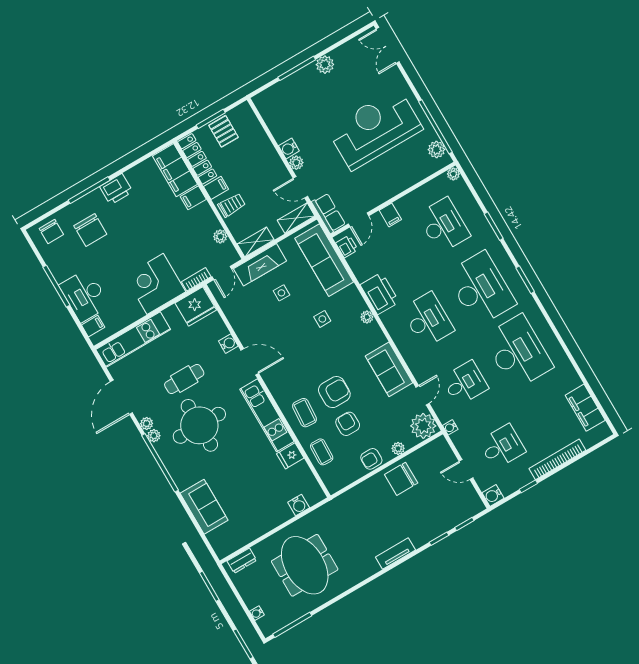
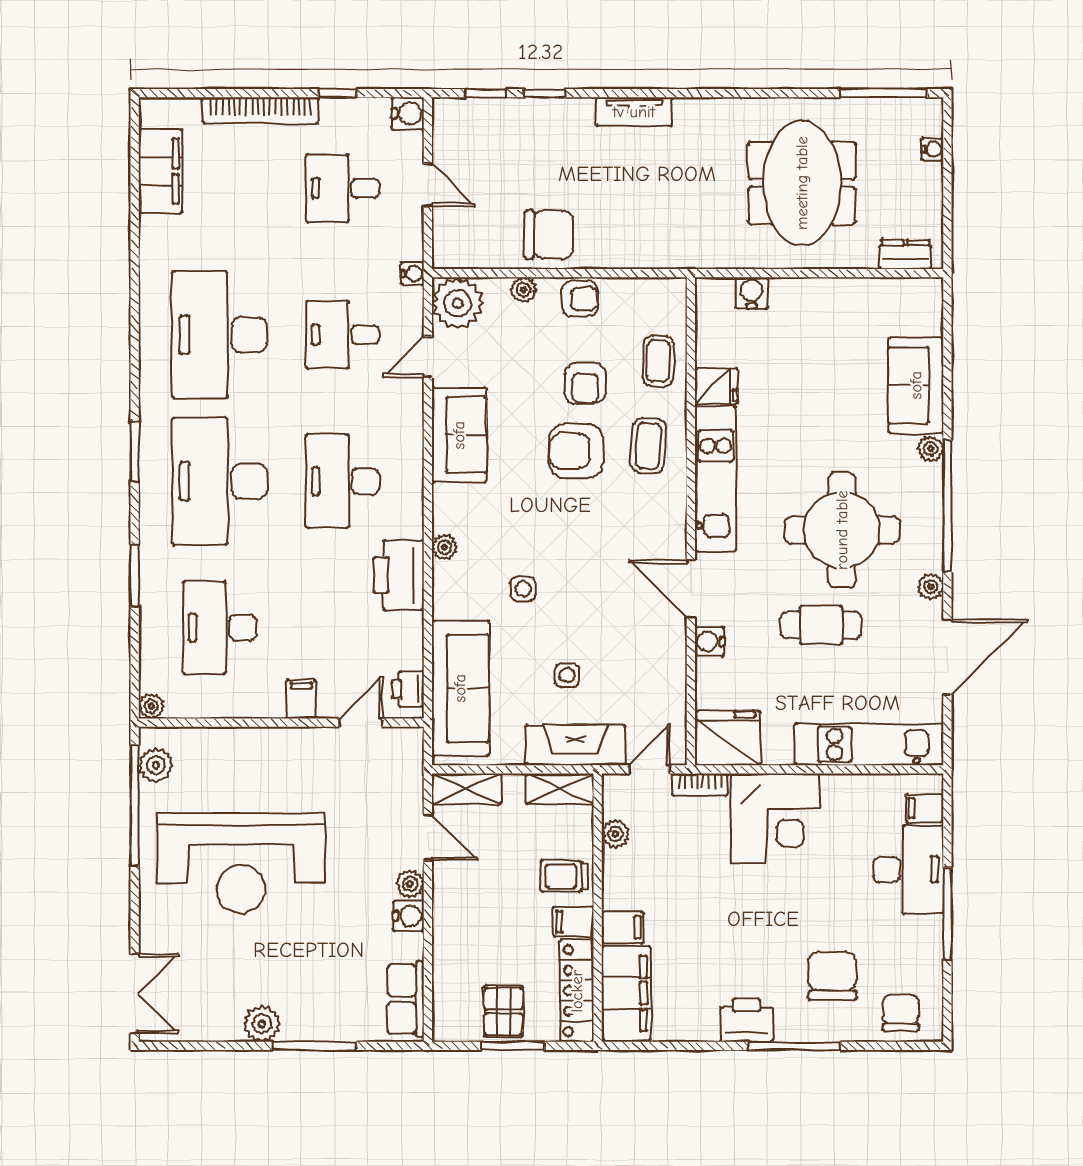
row of seats: (328, 213) -> (406, 999), moved
plant: (154, 436) -> (931, 449), moved

